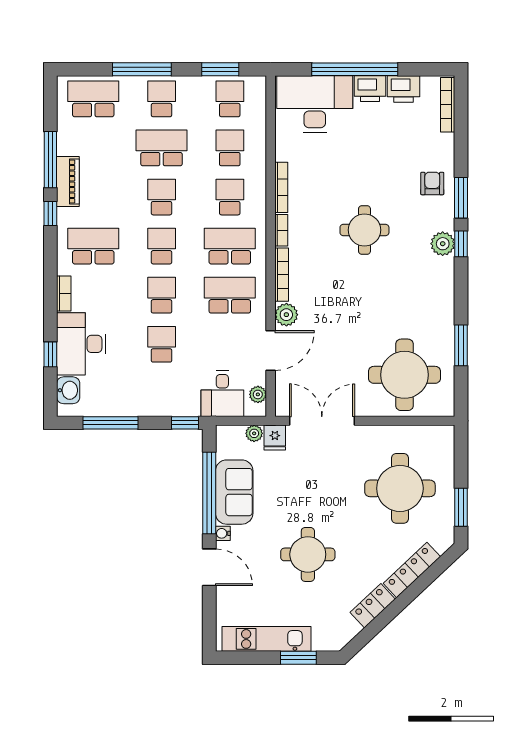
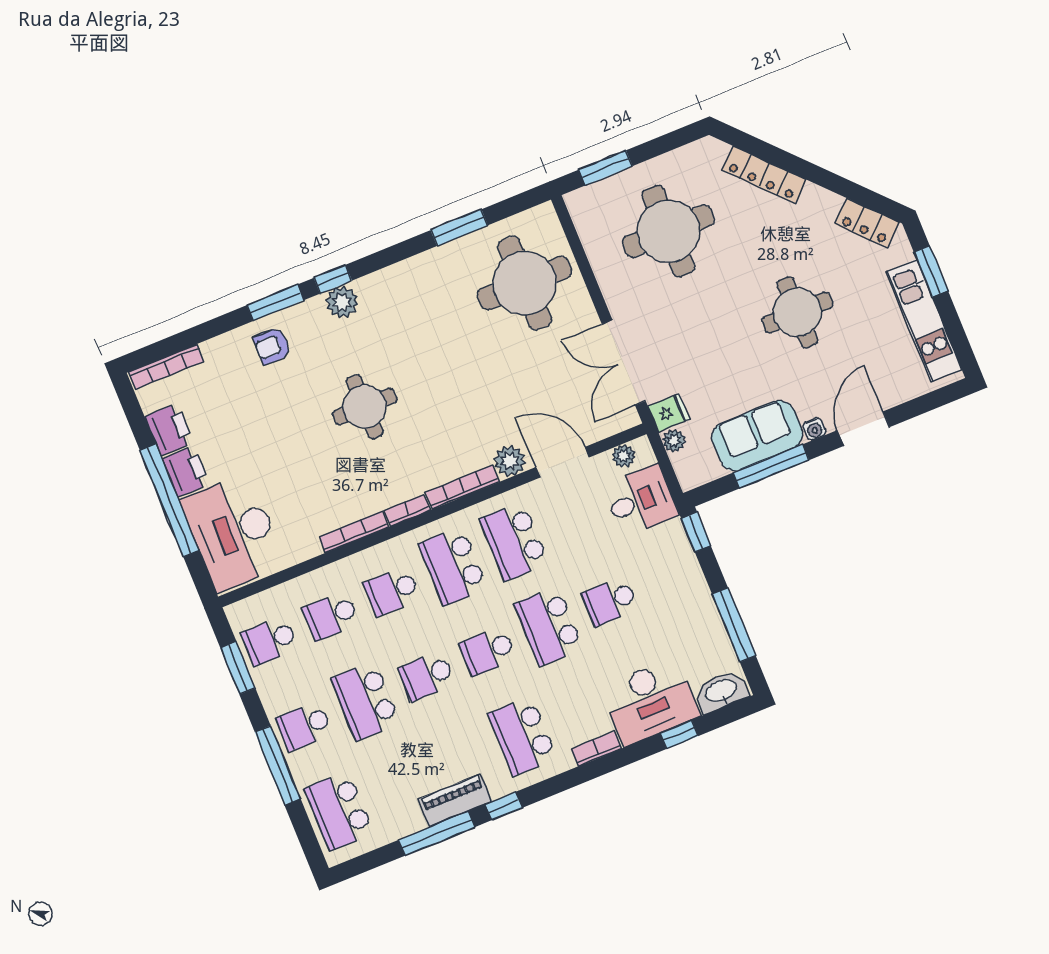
school desk: (162, 295) -> (549, 626), width x1.85
washbasin: (68, 390) -> (721, 691), width x1.38
window: (209, 493) -> (771, 466), width x0.68
window: (461, 507) -> (606, 168), moved
locker: (373, 606) -> (867, 223), moved

